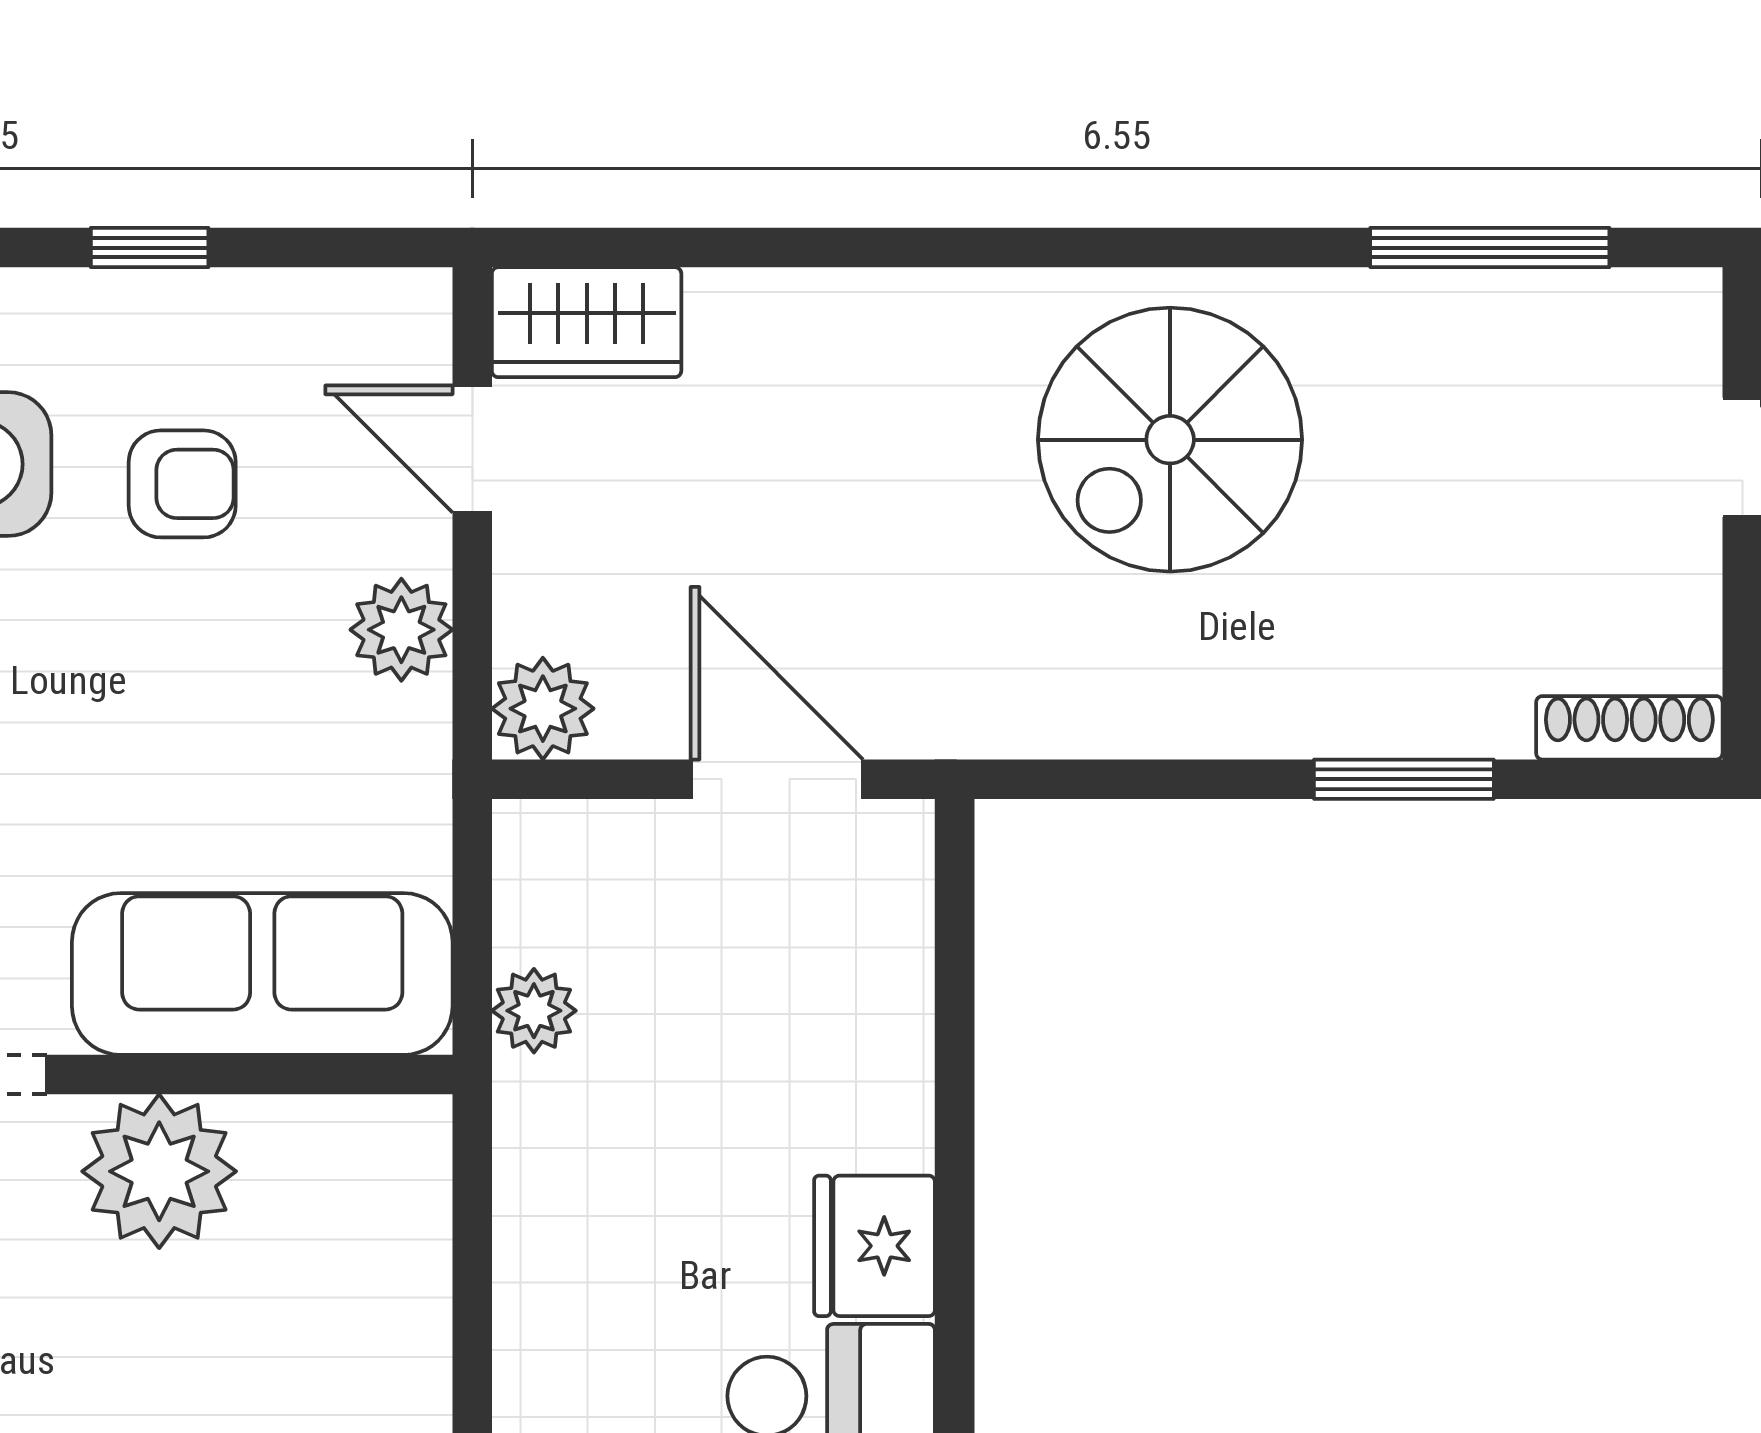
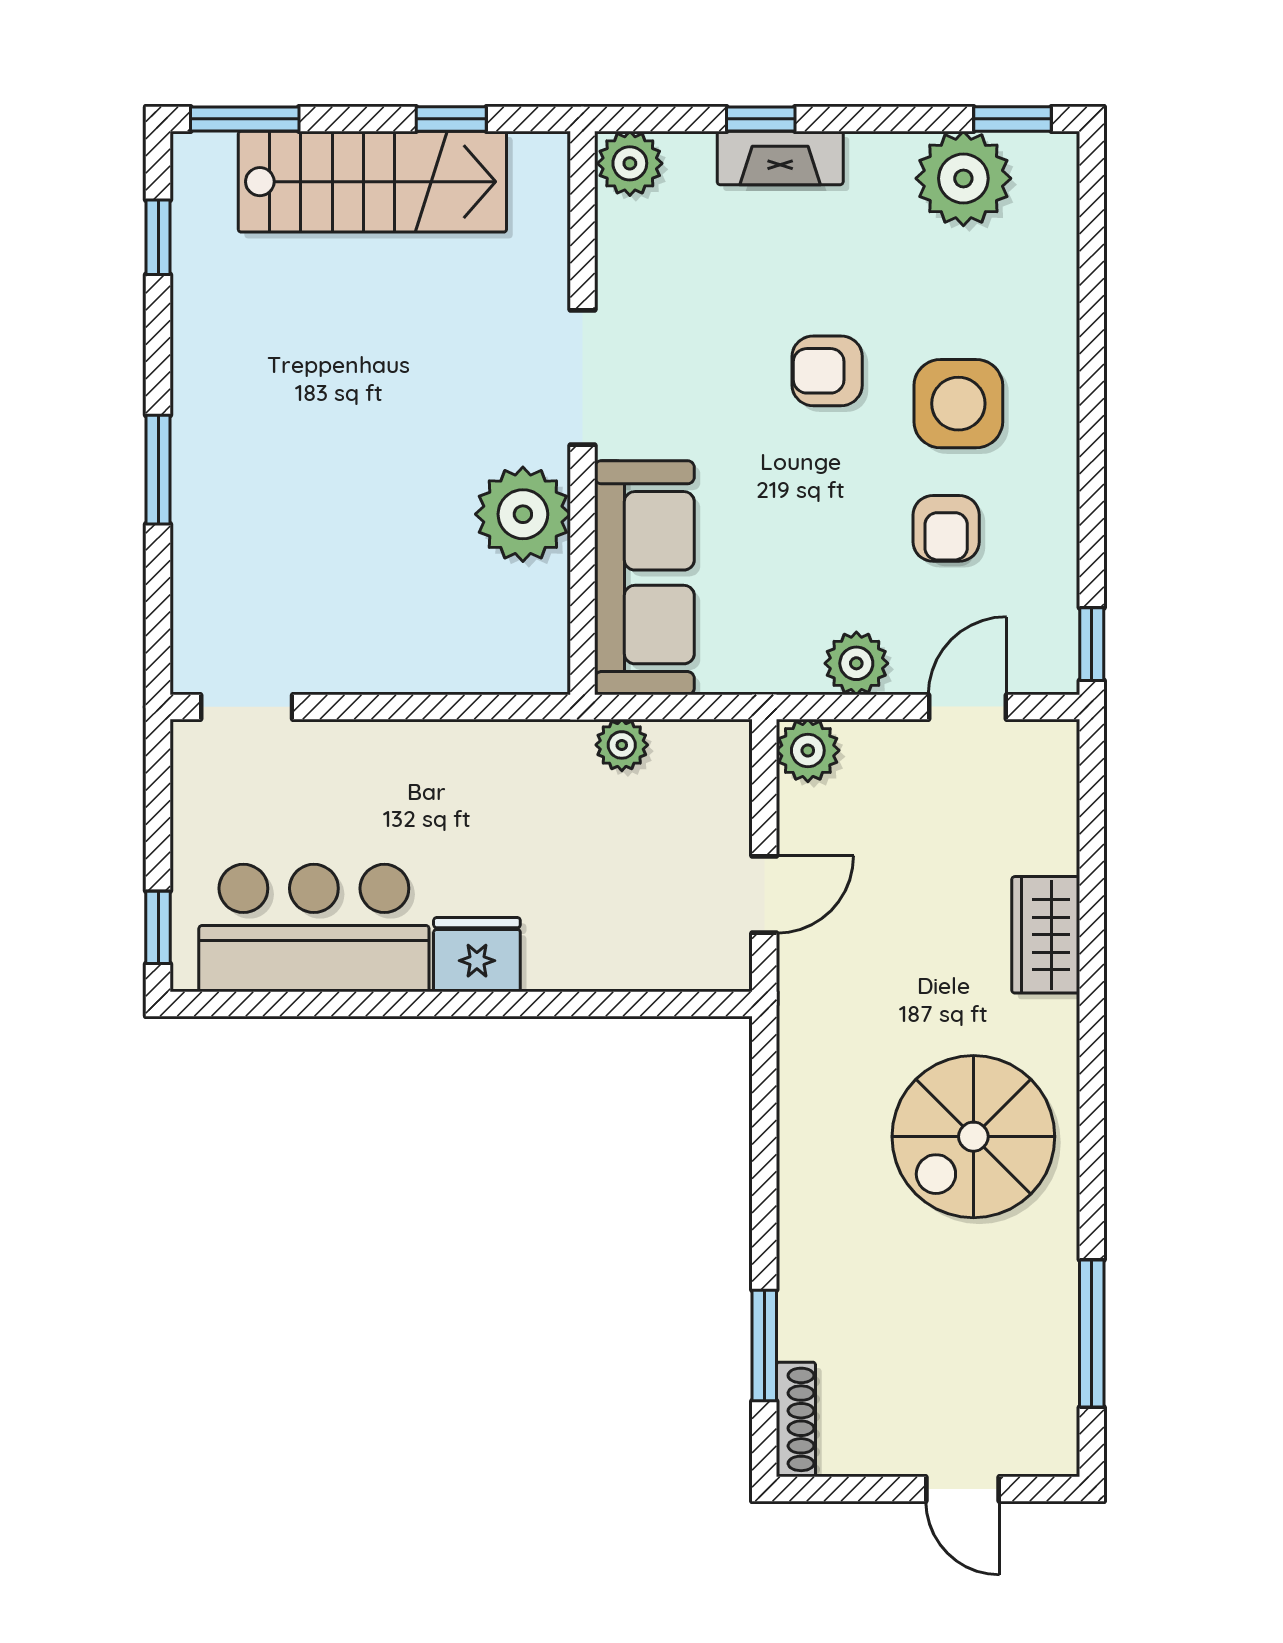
window: (150, 248) -> (1092, 644), moved
wardrobe: (587, 322) -> (1046, 935), moved
spiral stairs: (1170, 440) -> (973, 1137), turned -90
door: (777, 779) -> (764, 895), width x0.73
window: (1404, 779) -> (764, 1346), moved

